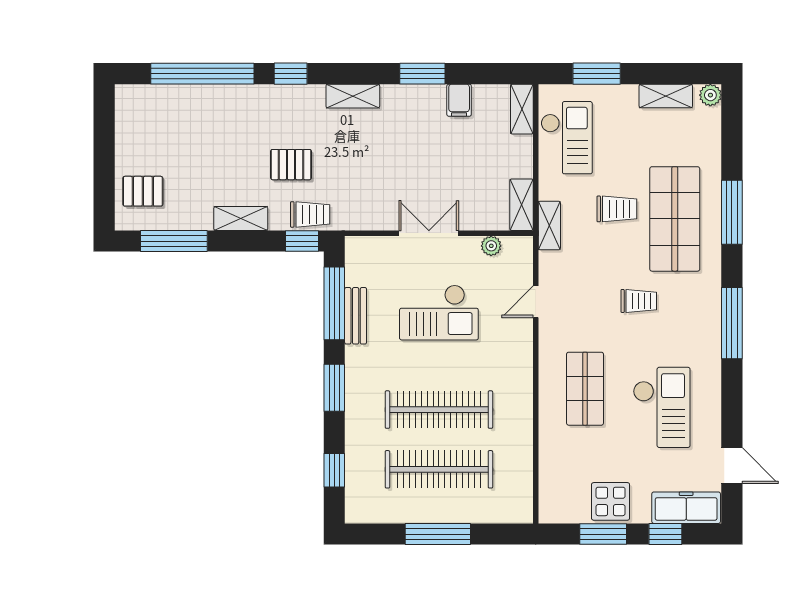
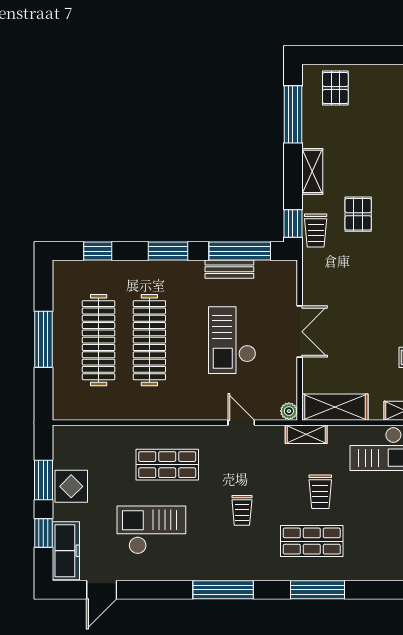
shelving: (521, 205) -> (335, 407), width x1.50, depth x1.33
shop shelf: (675, 219) -> (312, 541), width x0.70, depth x0.74
plant: (491, 246) -> (289, 411), moved
checkout: (662, 407) -> (151, 530), turned 180

